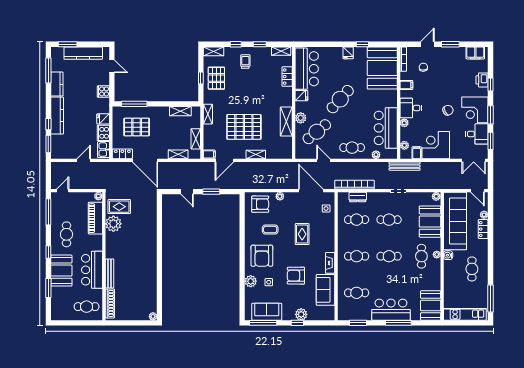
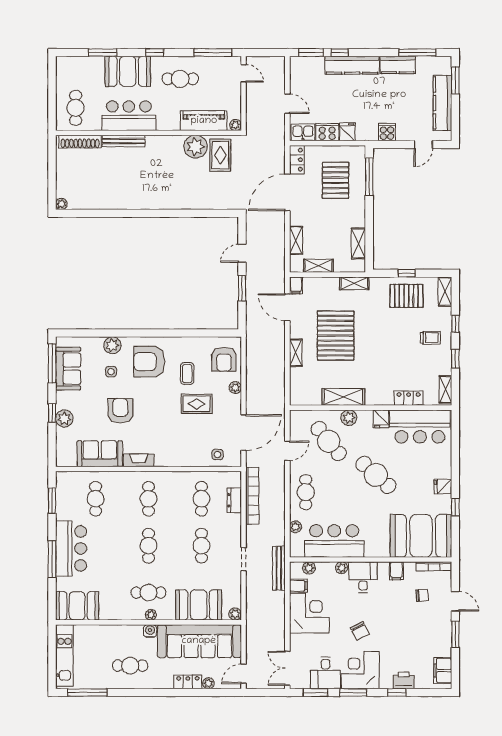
rug: (302, 234) -> (197, 404), moved

